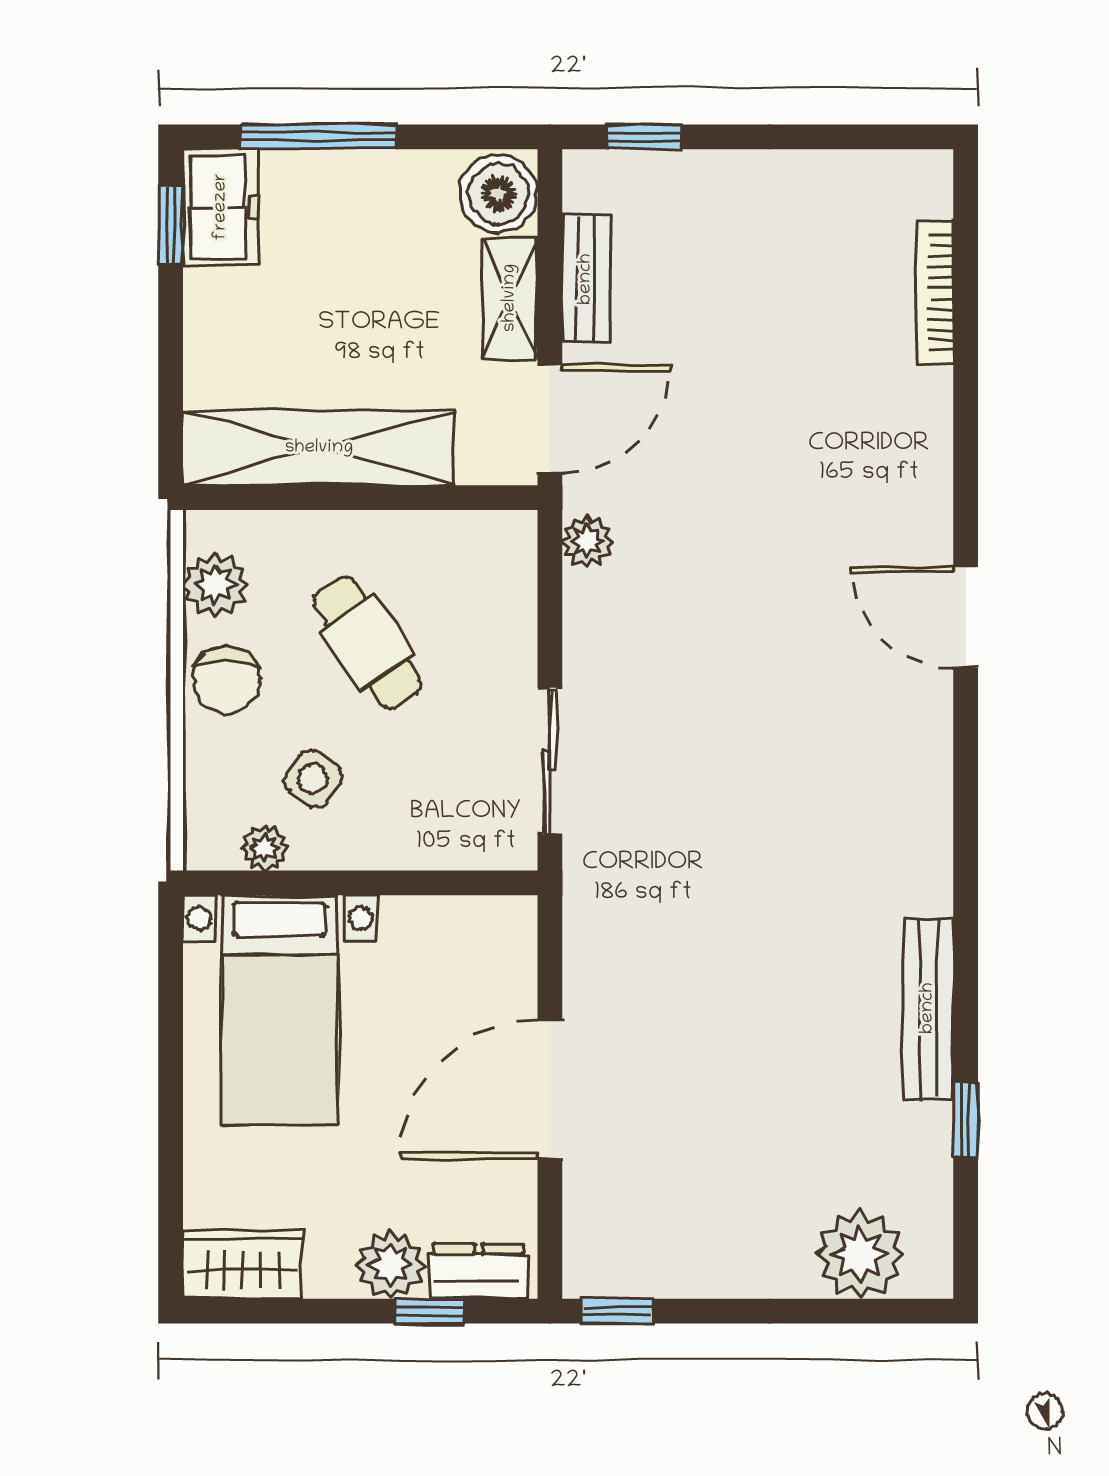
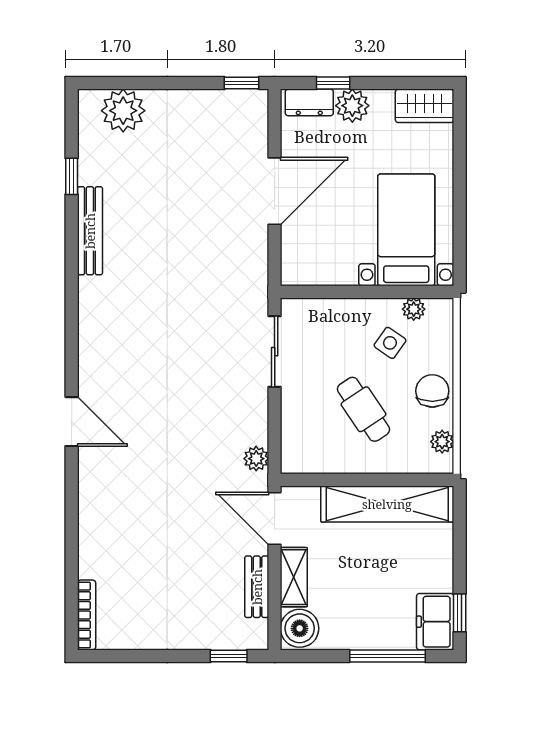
bookcase: (935, 293) -> (87, 615), moved
door: (550, 419) -> (275, 519), hinge flipped
plant: (215, 585) -> (442, 442), width x0.73, depth x0.73

